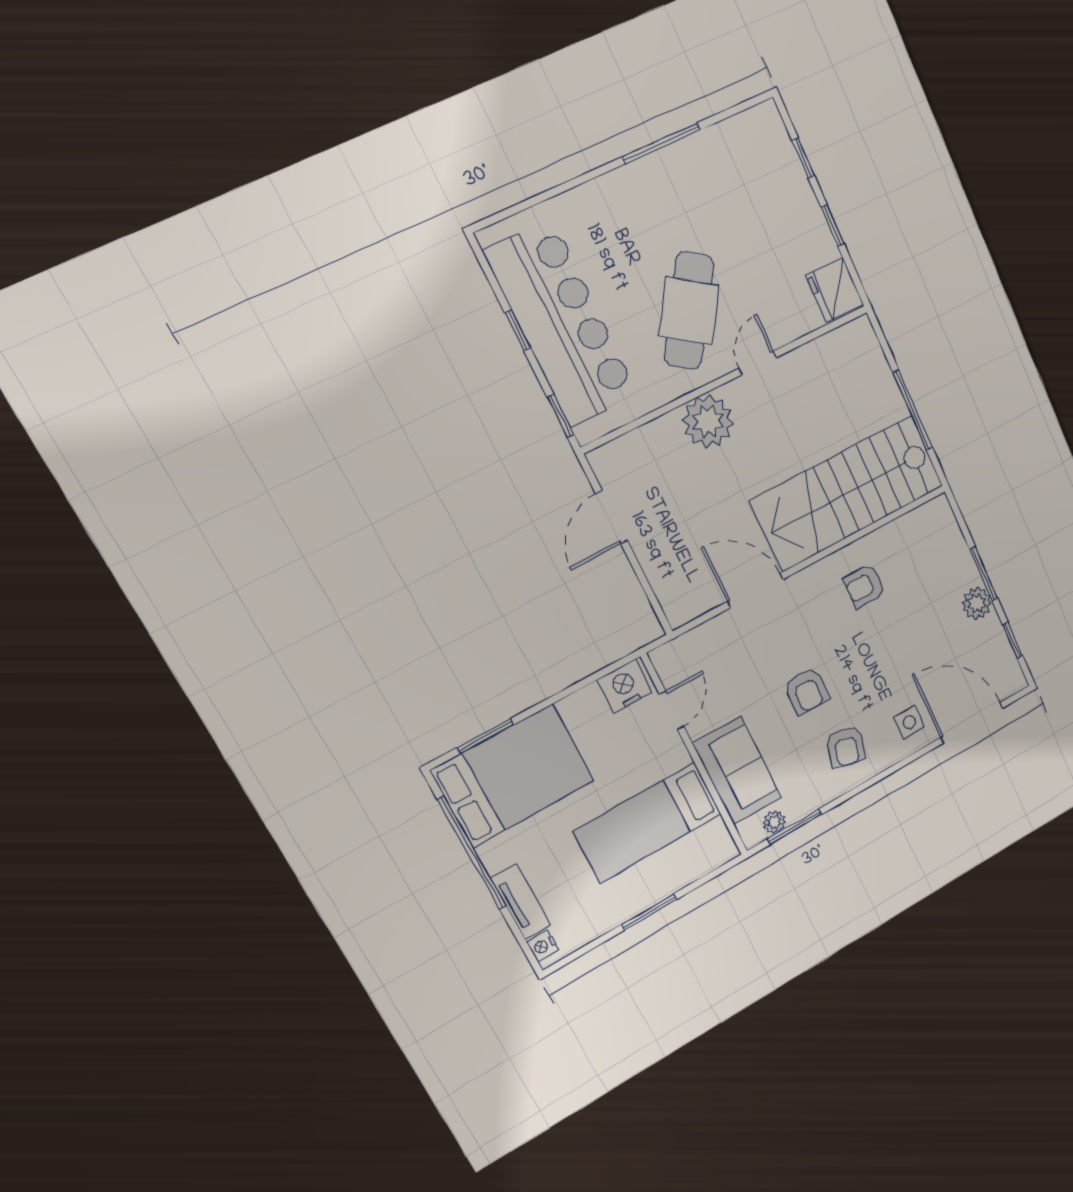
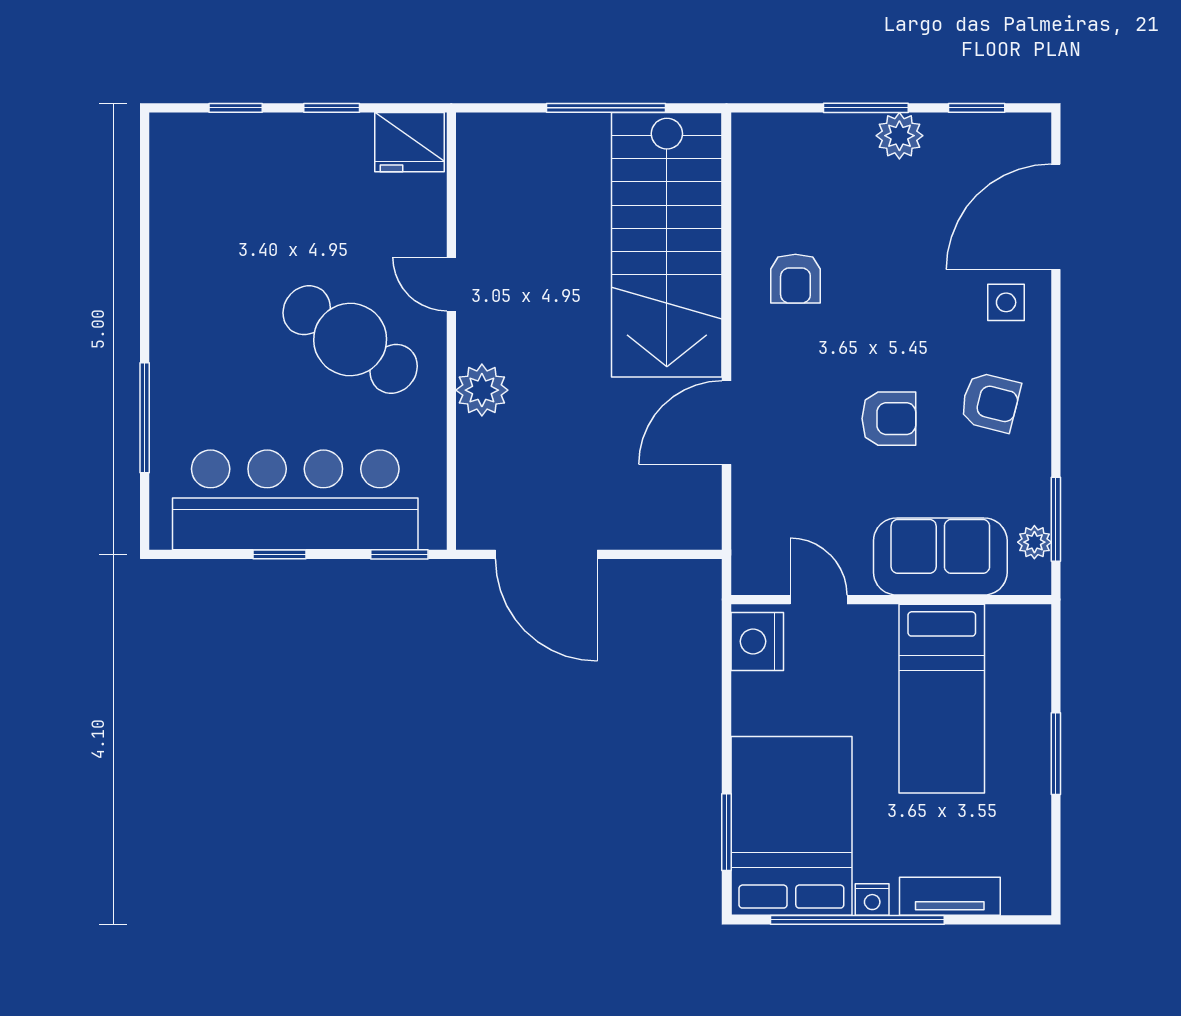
window: (661, 143) -> (145, 418), moved
plant: (708, 421) -> (482, 390), width x0.73, depth x0.73
door: (612, 517) -> (546, 554), width x1.36
nightstand: (543, 946) -> (872, 899), moved

